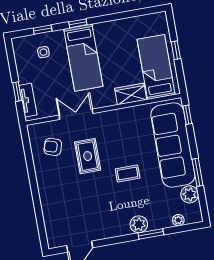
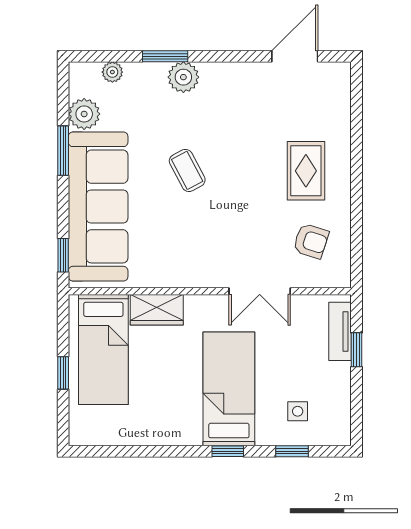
rug: (88, 156) -> (306, 171), moved
coffee table: (128, 173) -> (187, 170), turned 62

